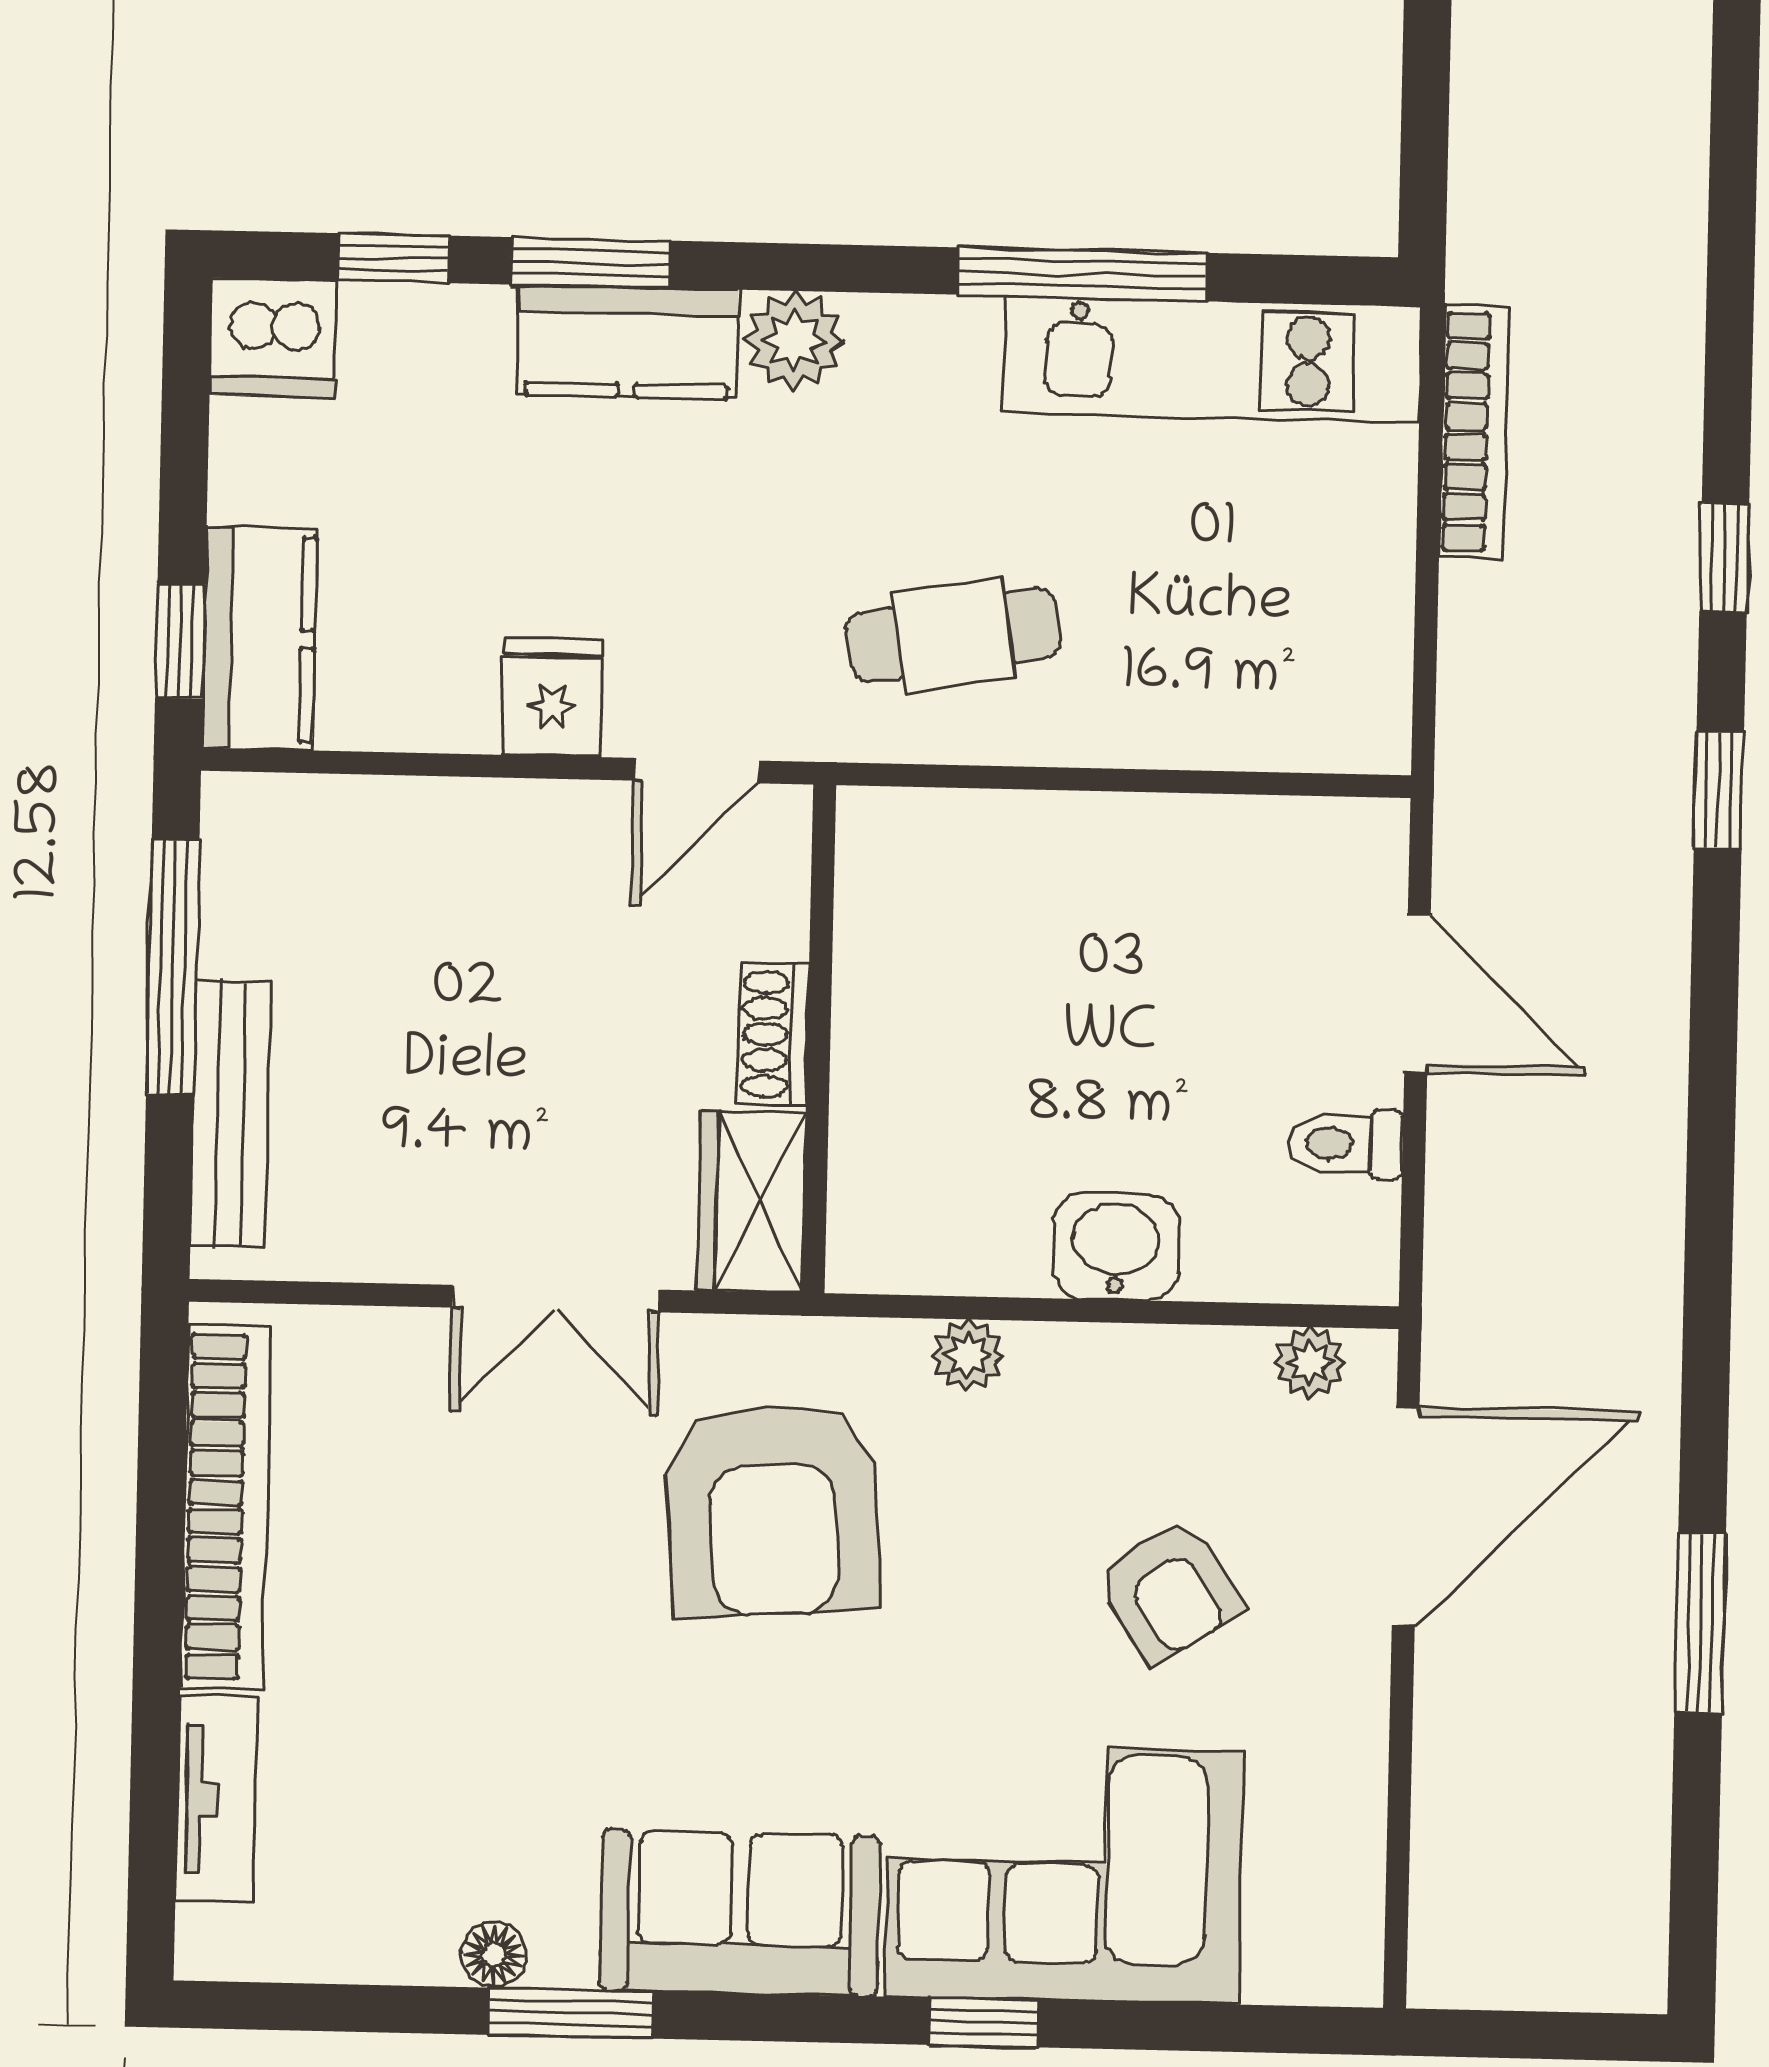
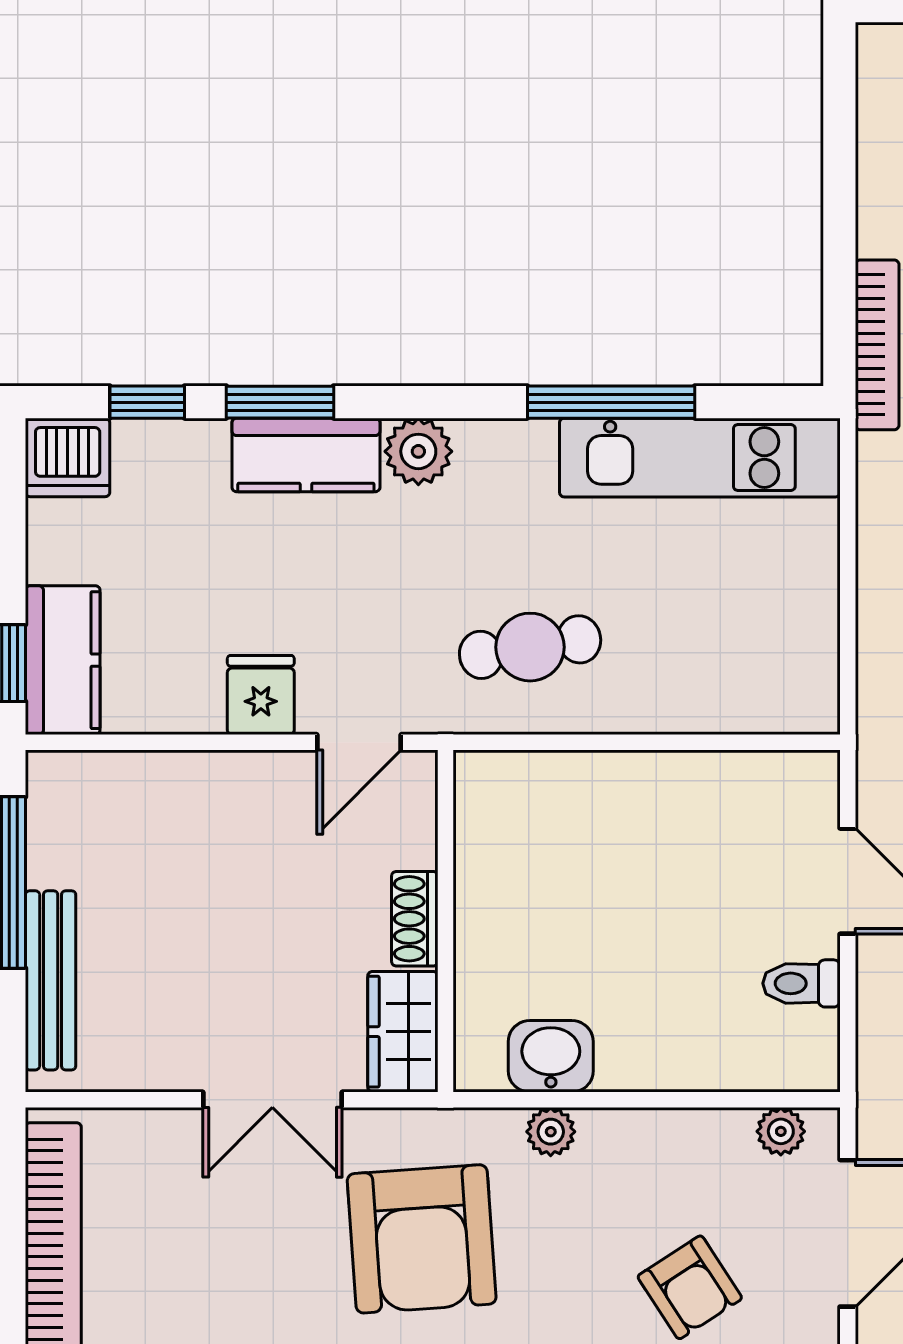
bookcase: (1474, 432) -> (877, 345), moved
washbasin: (1116, 1247) -> (551, 1056), moved

